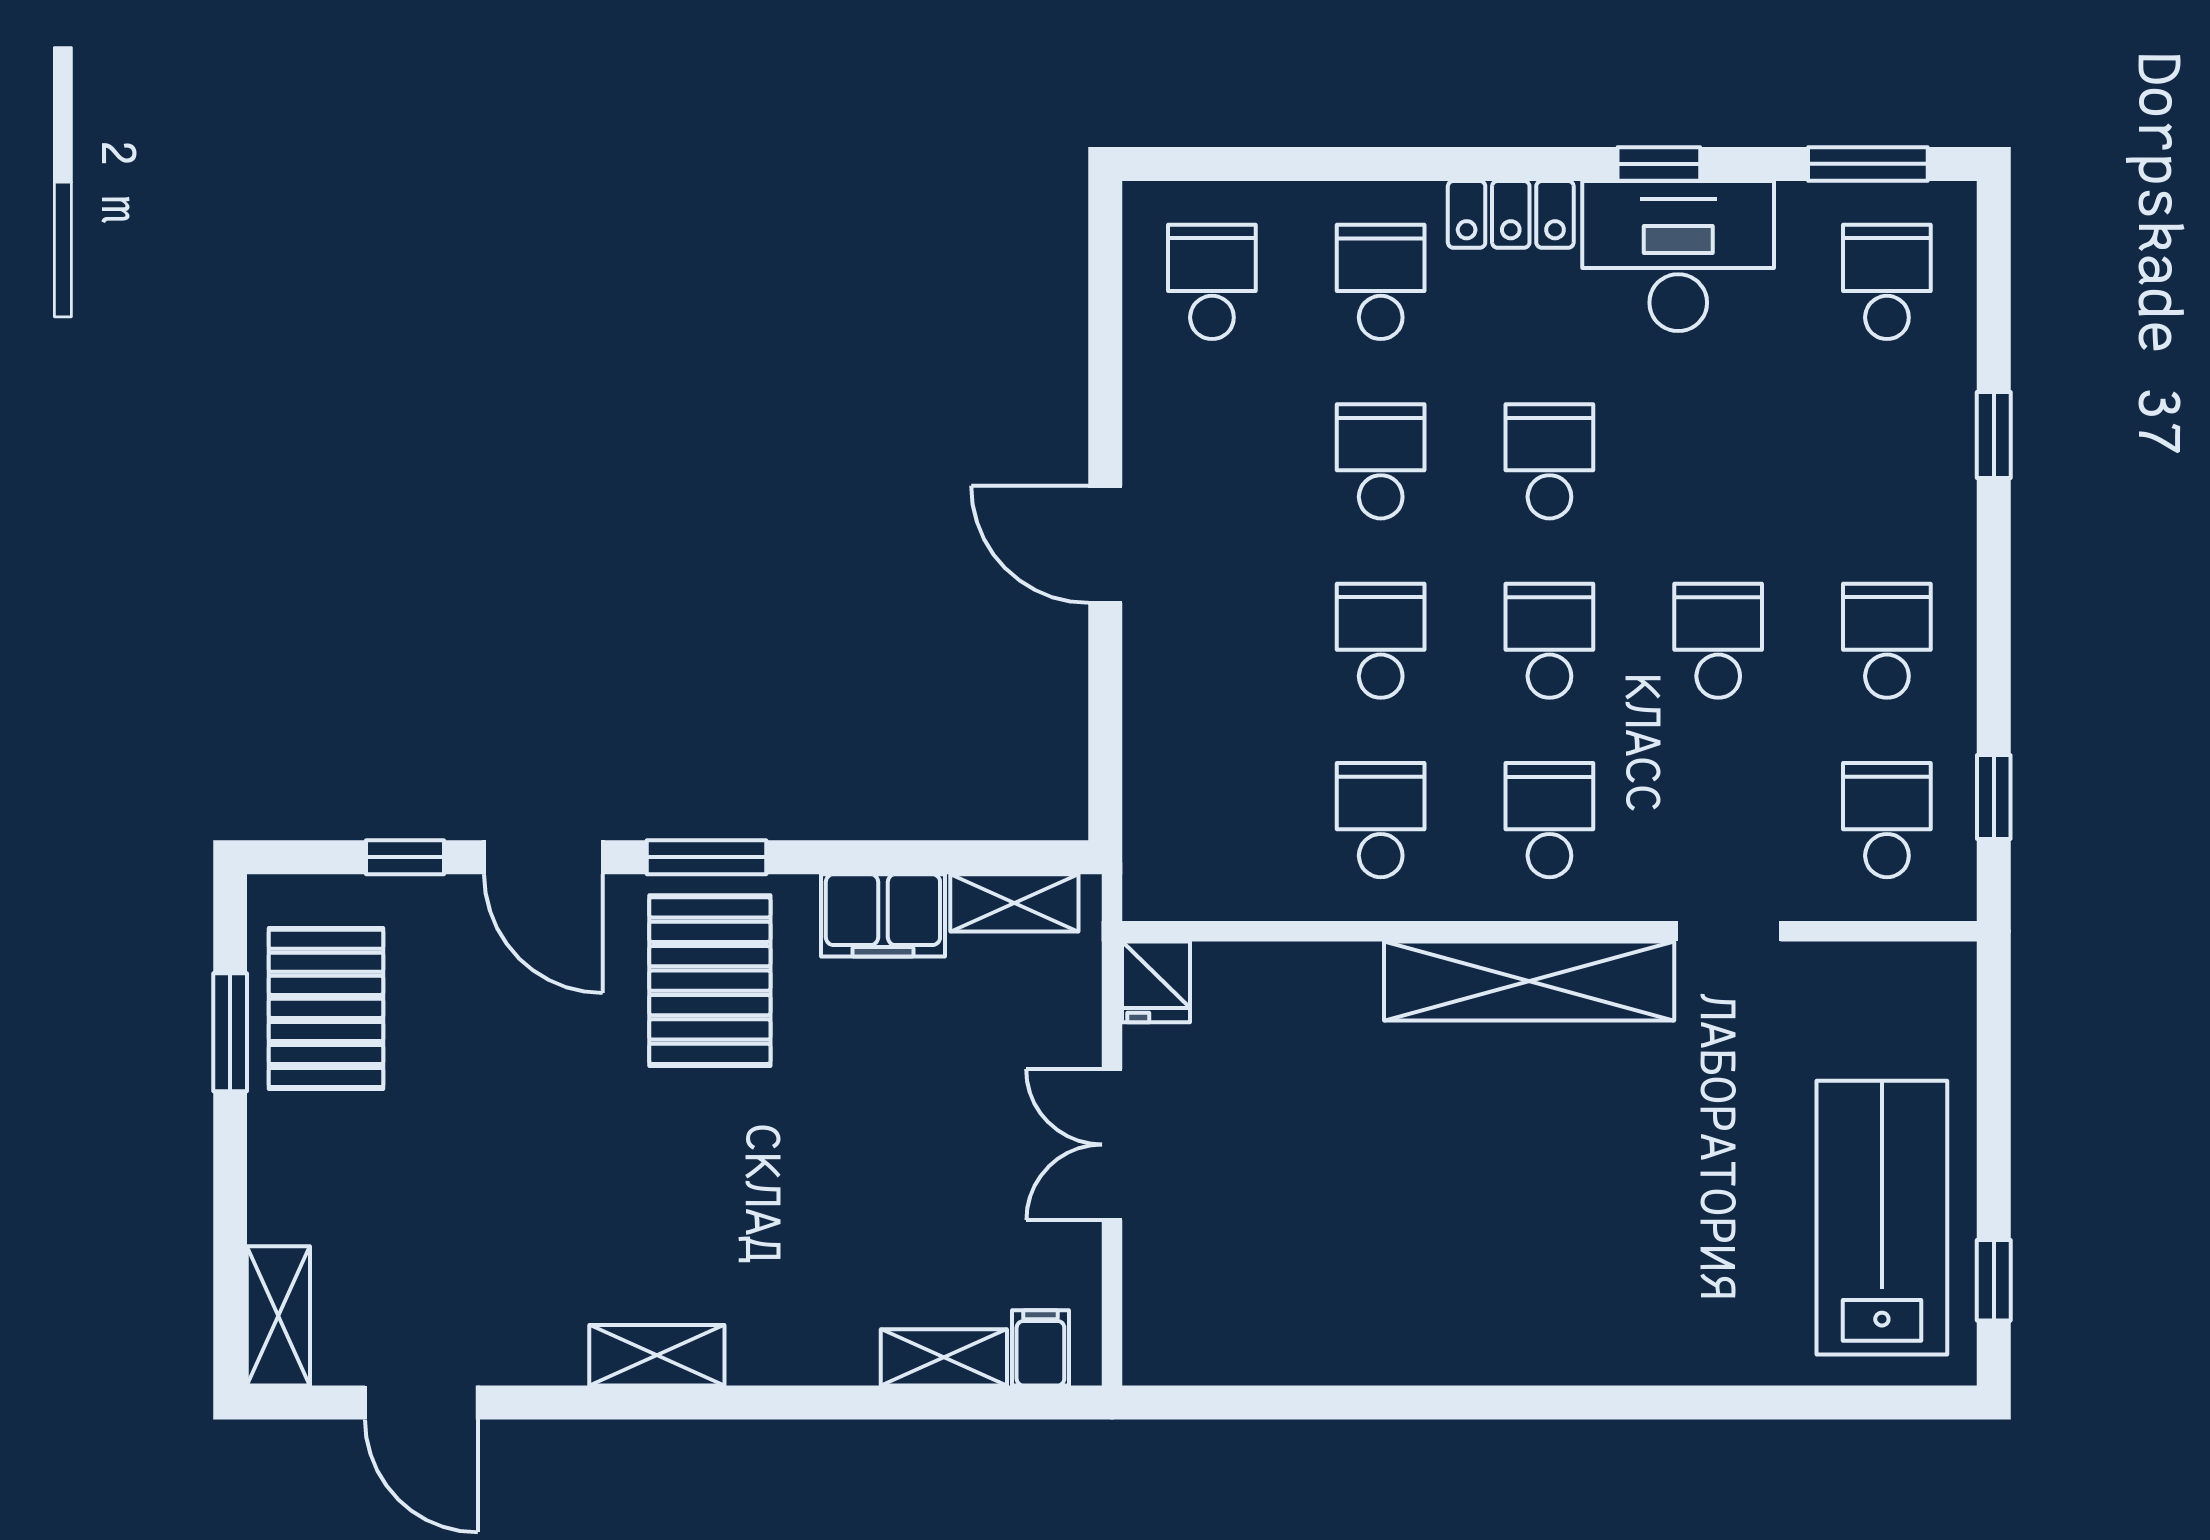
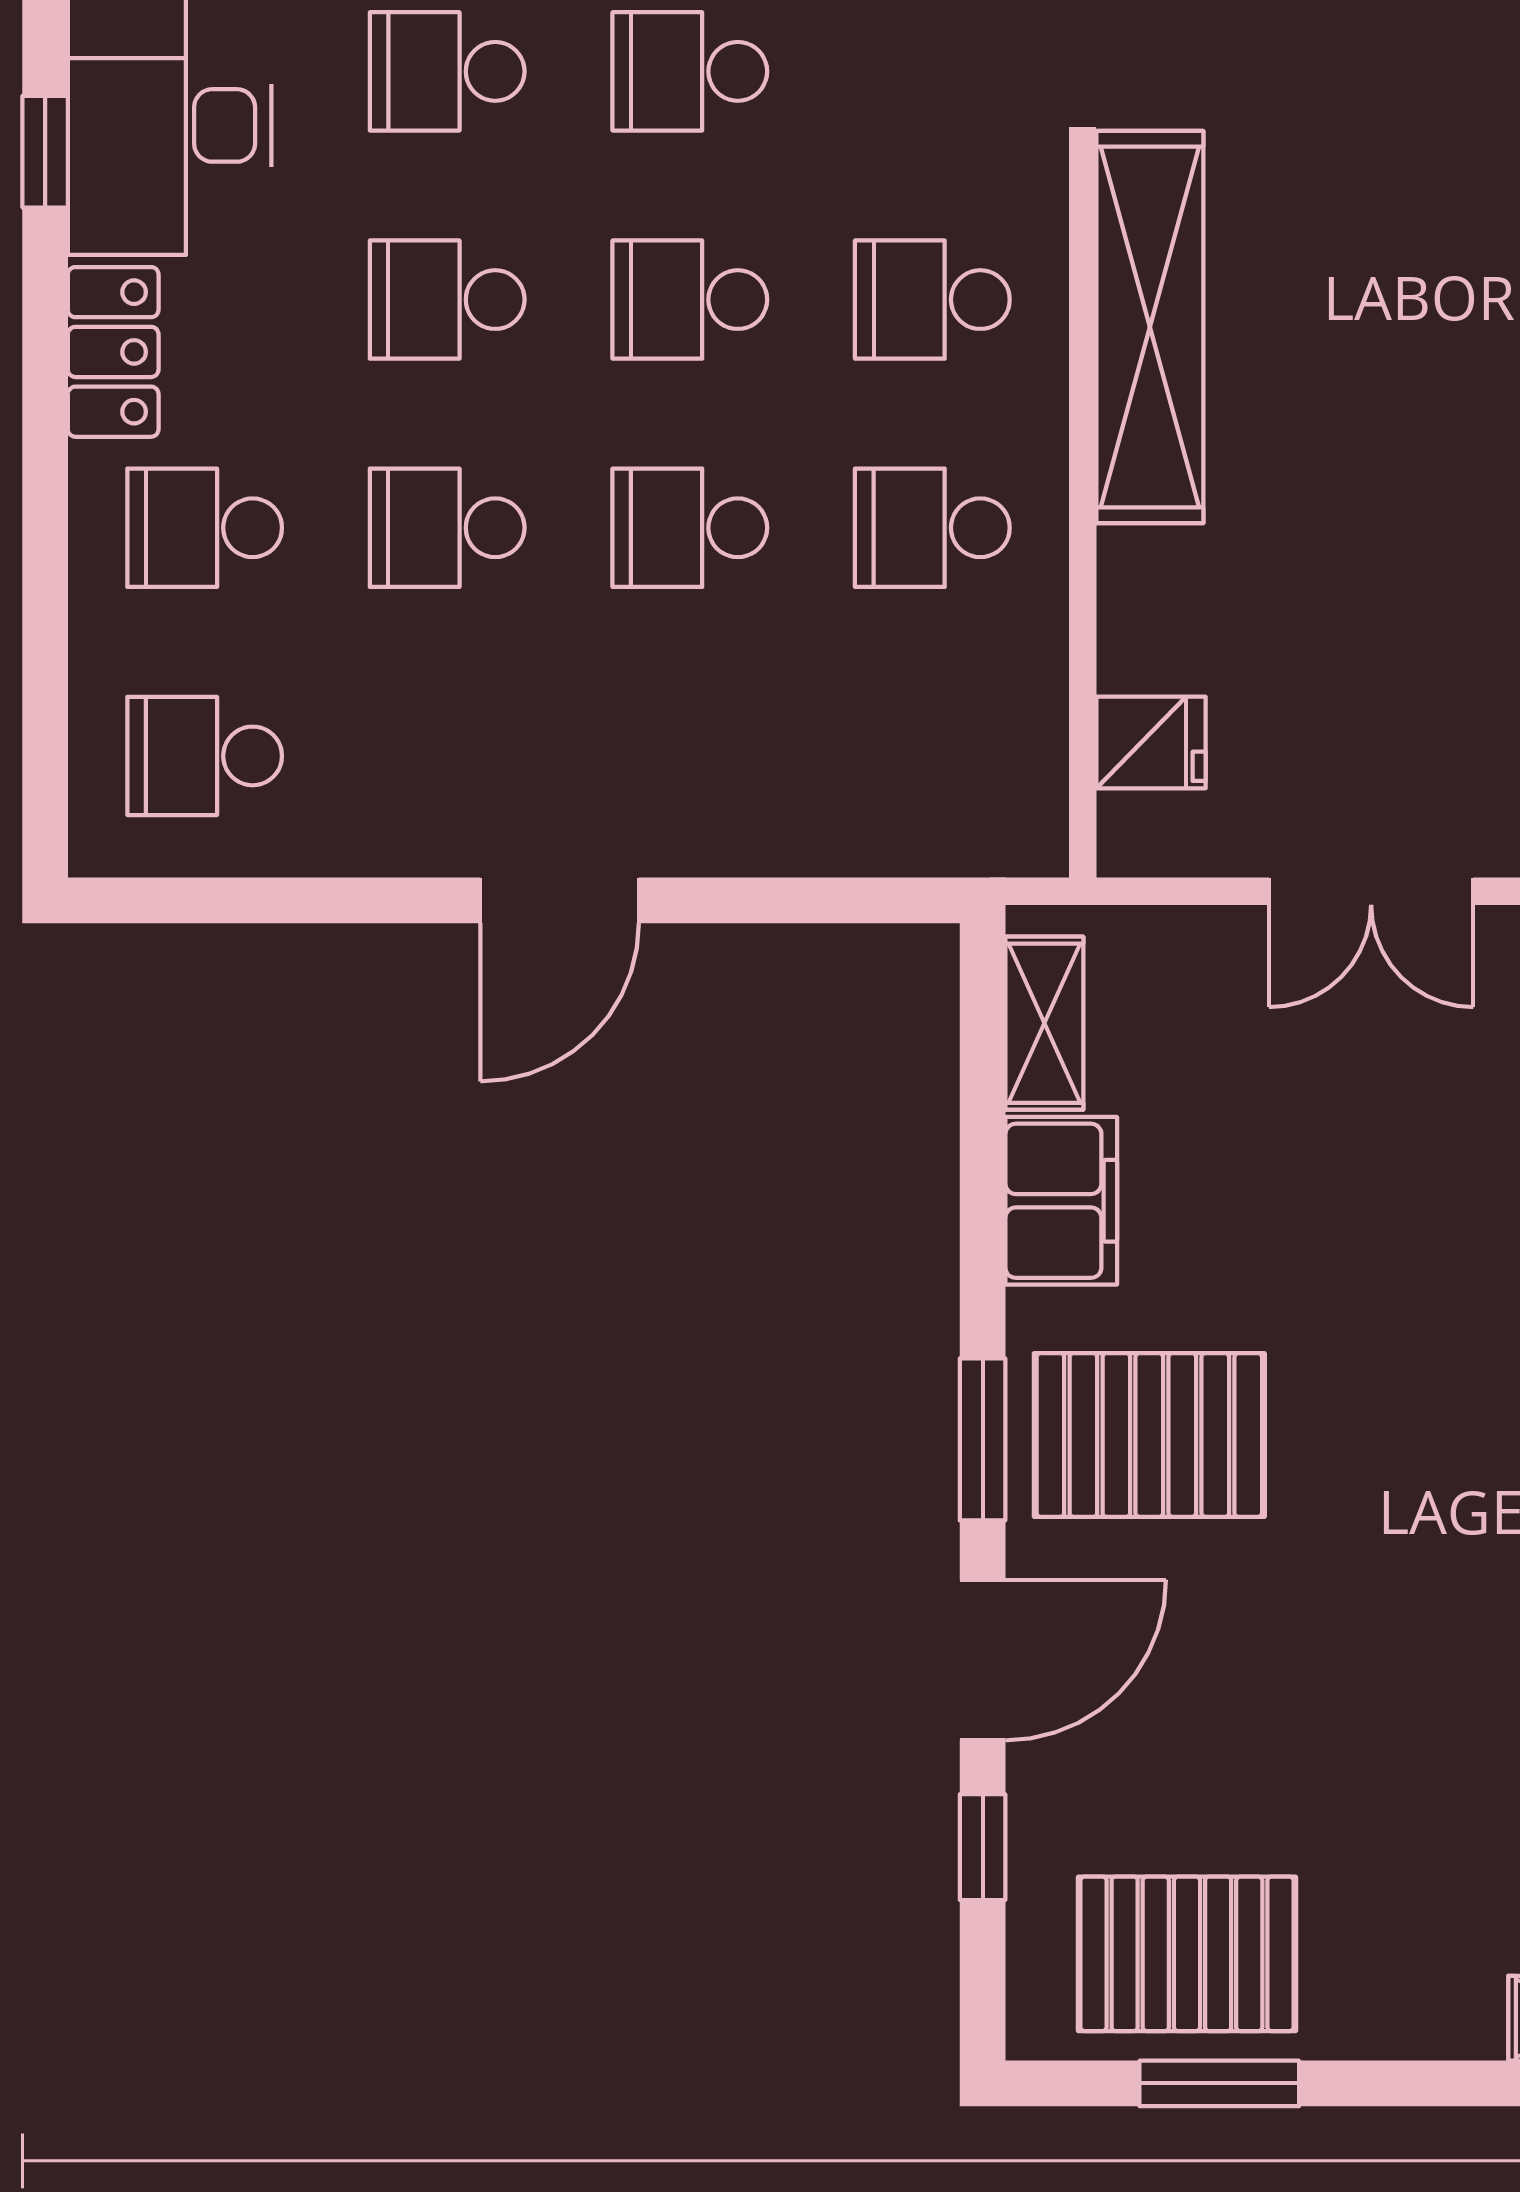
school desk: (1718, 461) -> (447, 71), added
fridge: (1156, 982) -> (1151, 742), moved

